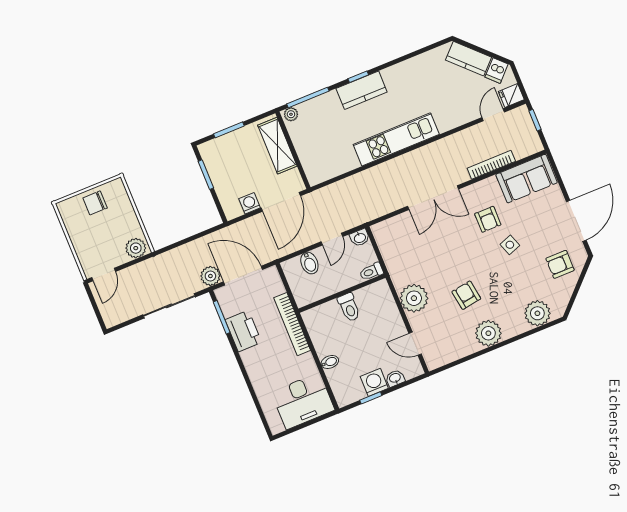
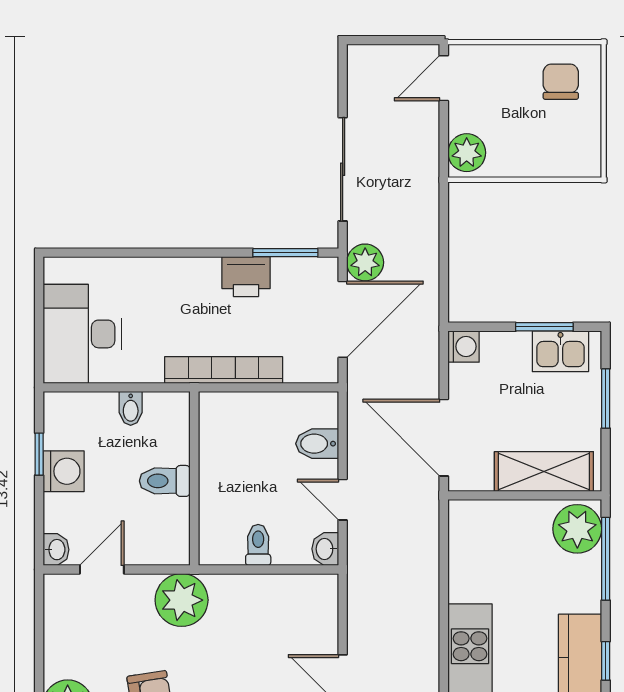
plant: (291, 114) -> (577, 529), width x1.88, depth x1.88
kitchen sink: (215, 162) -> (560, 351), added
chair: (95, 203) -> (561, 82), moved
washing machine: (250, 203) -> (464, 346), moved
door: (104, 274) -> (444, 78), hinge flipped
wall: (342, 293) -> (194, 478), moved
toilet: (349, 307) -> (165, 481), moved
printer: (243, 331) -> (246, 277), width x0.73, depth x0.84
washbasin: (395, 378) -> (56, 550), moved

